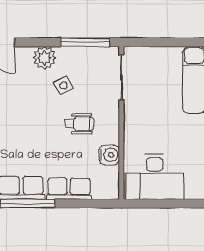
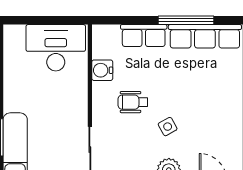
side table: (64, 85) -> (168, 127), moved

